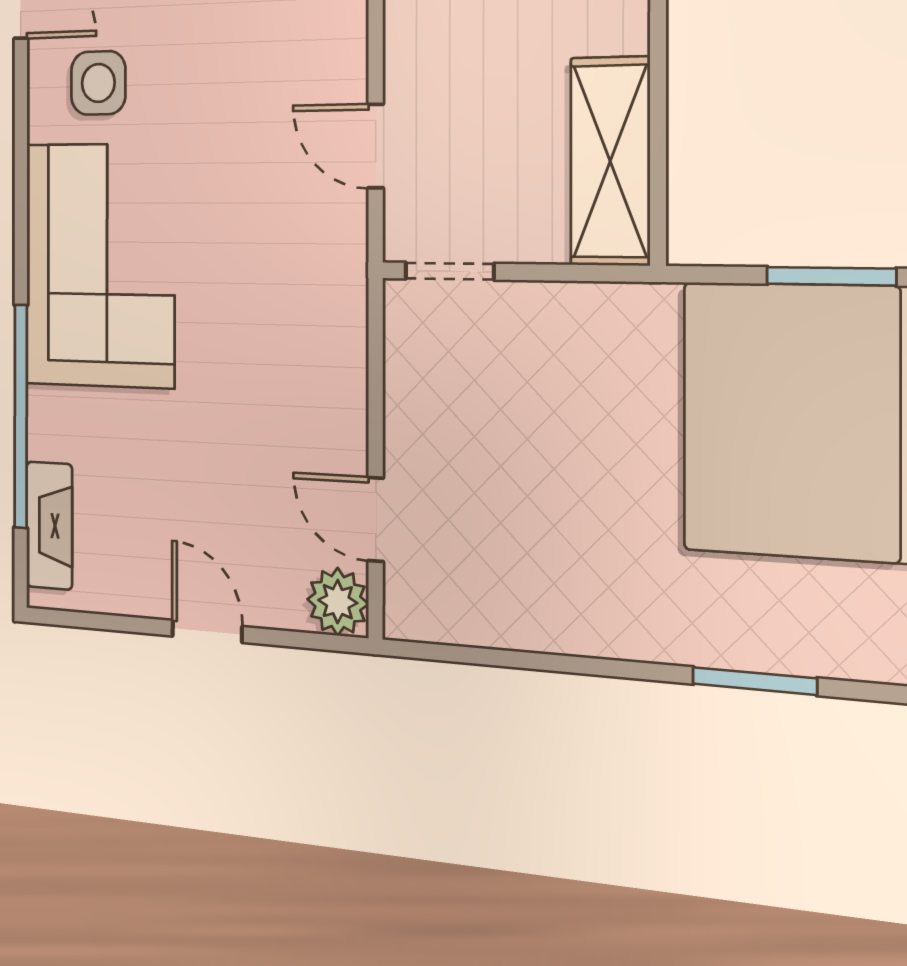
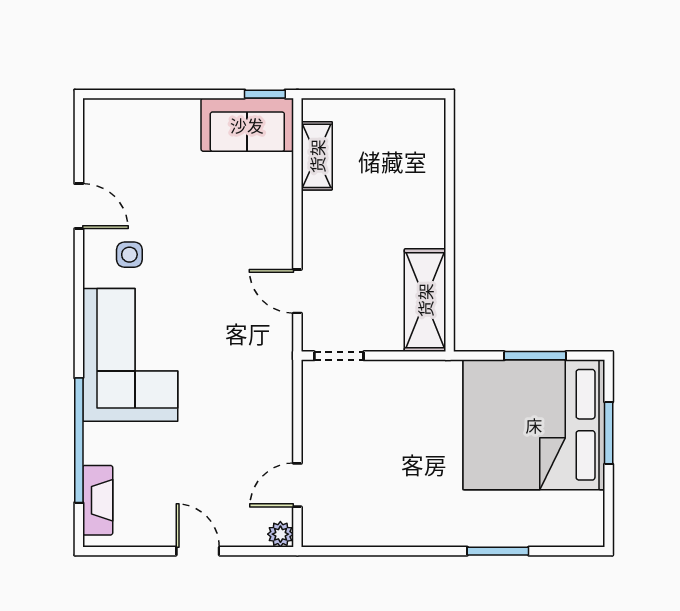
side table: (98, 83) -> (129, 255), width x0.73, depth x0.73
door: (376, 519) -> (297, 485), hinge flipped
plant: (338, 602) -> (280, 534), width x0.73, depth x0.73

